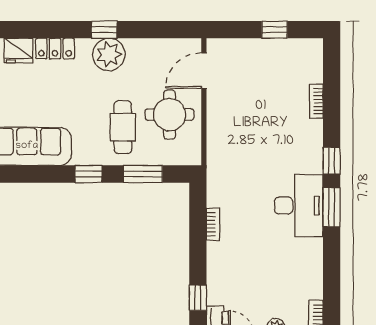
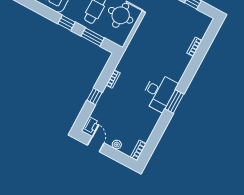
window: (332, 161) -> (186, 79), removed
window: (198, 298) -> (95, 96), moved

